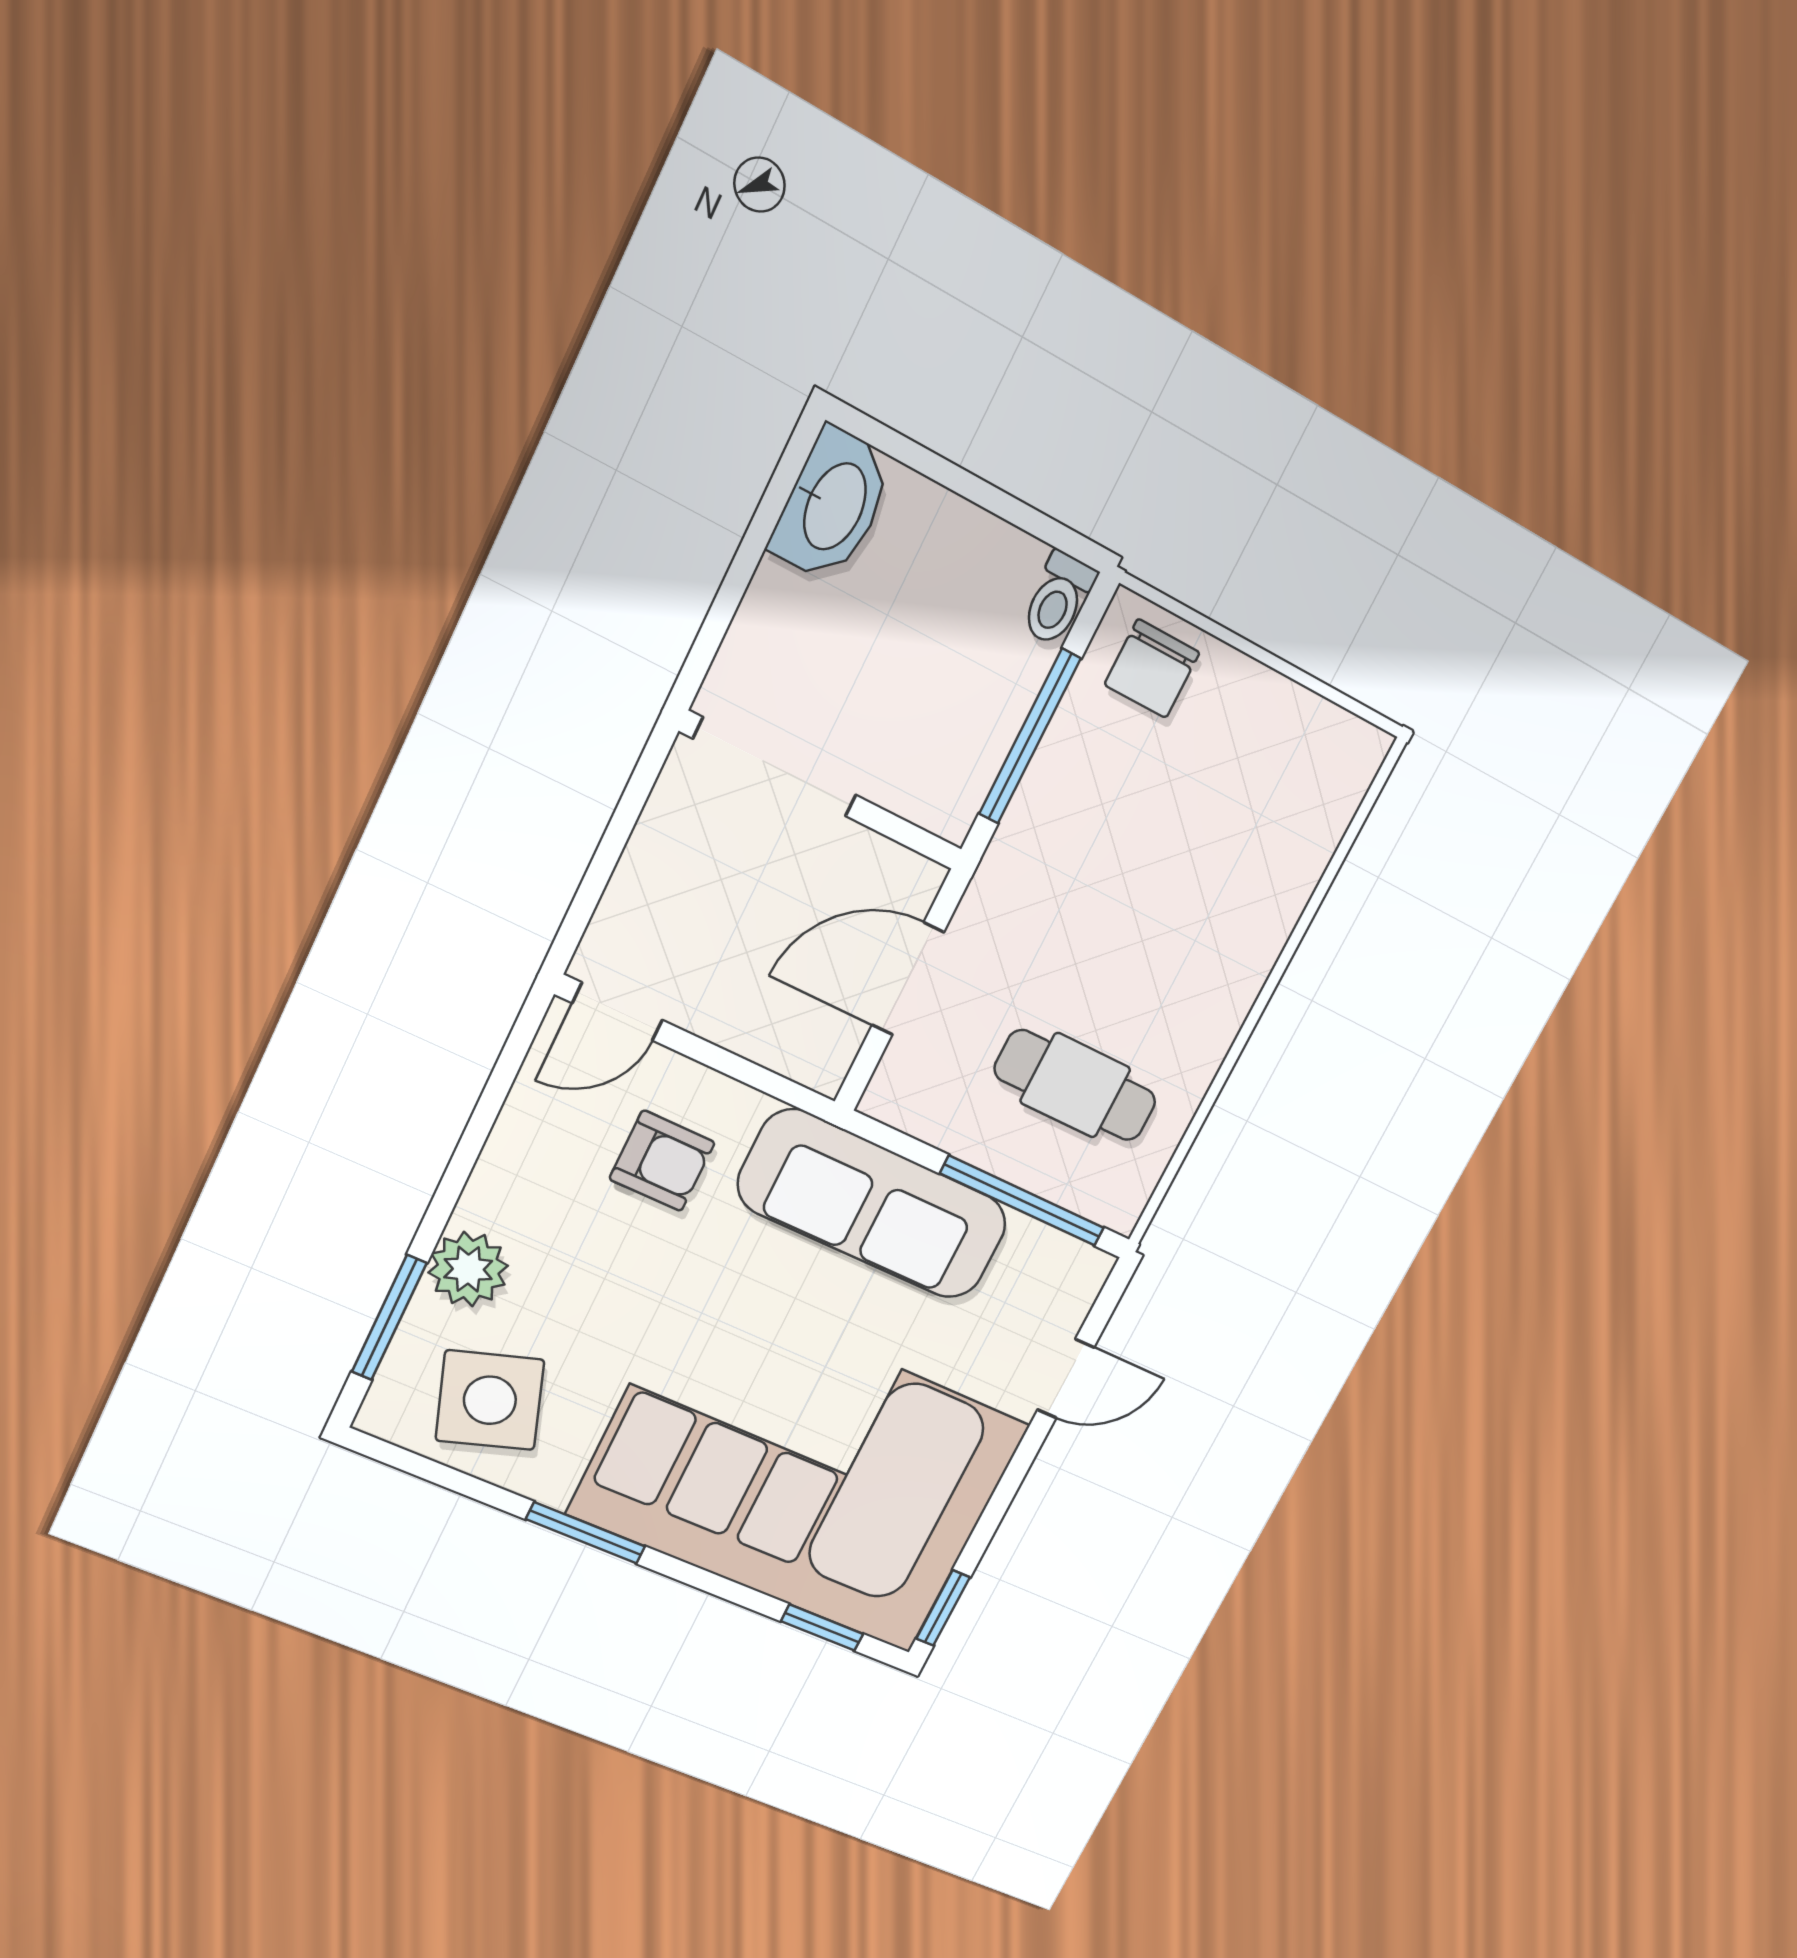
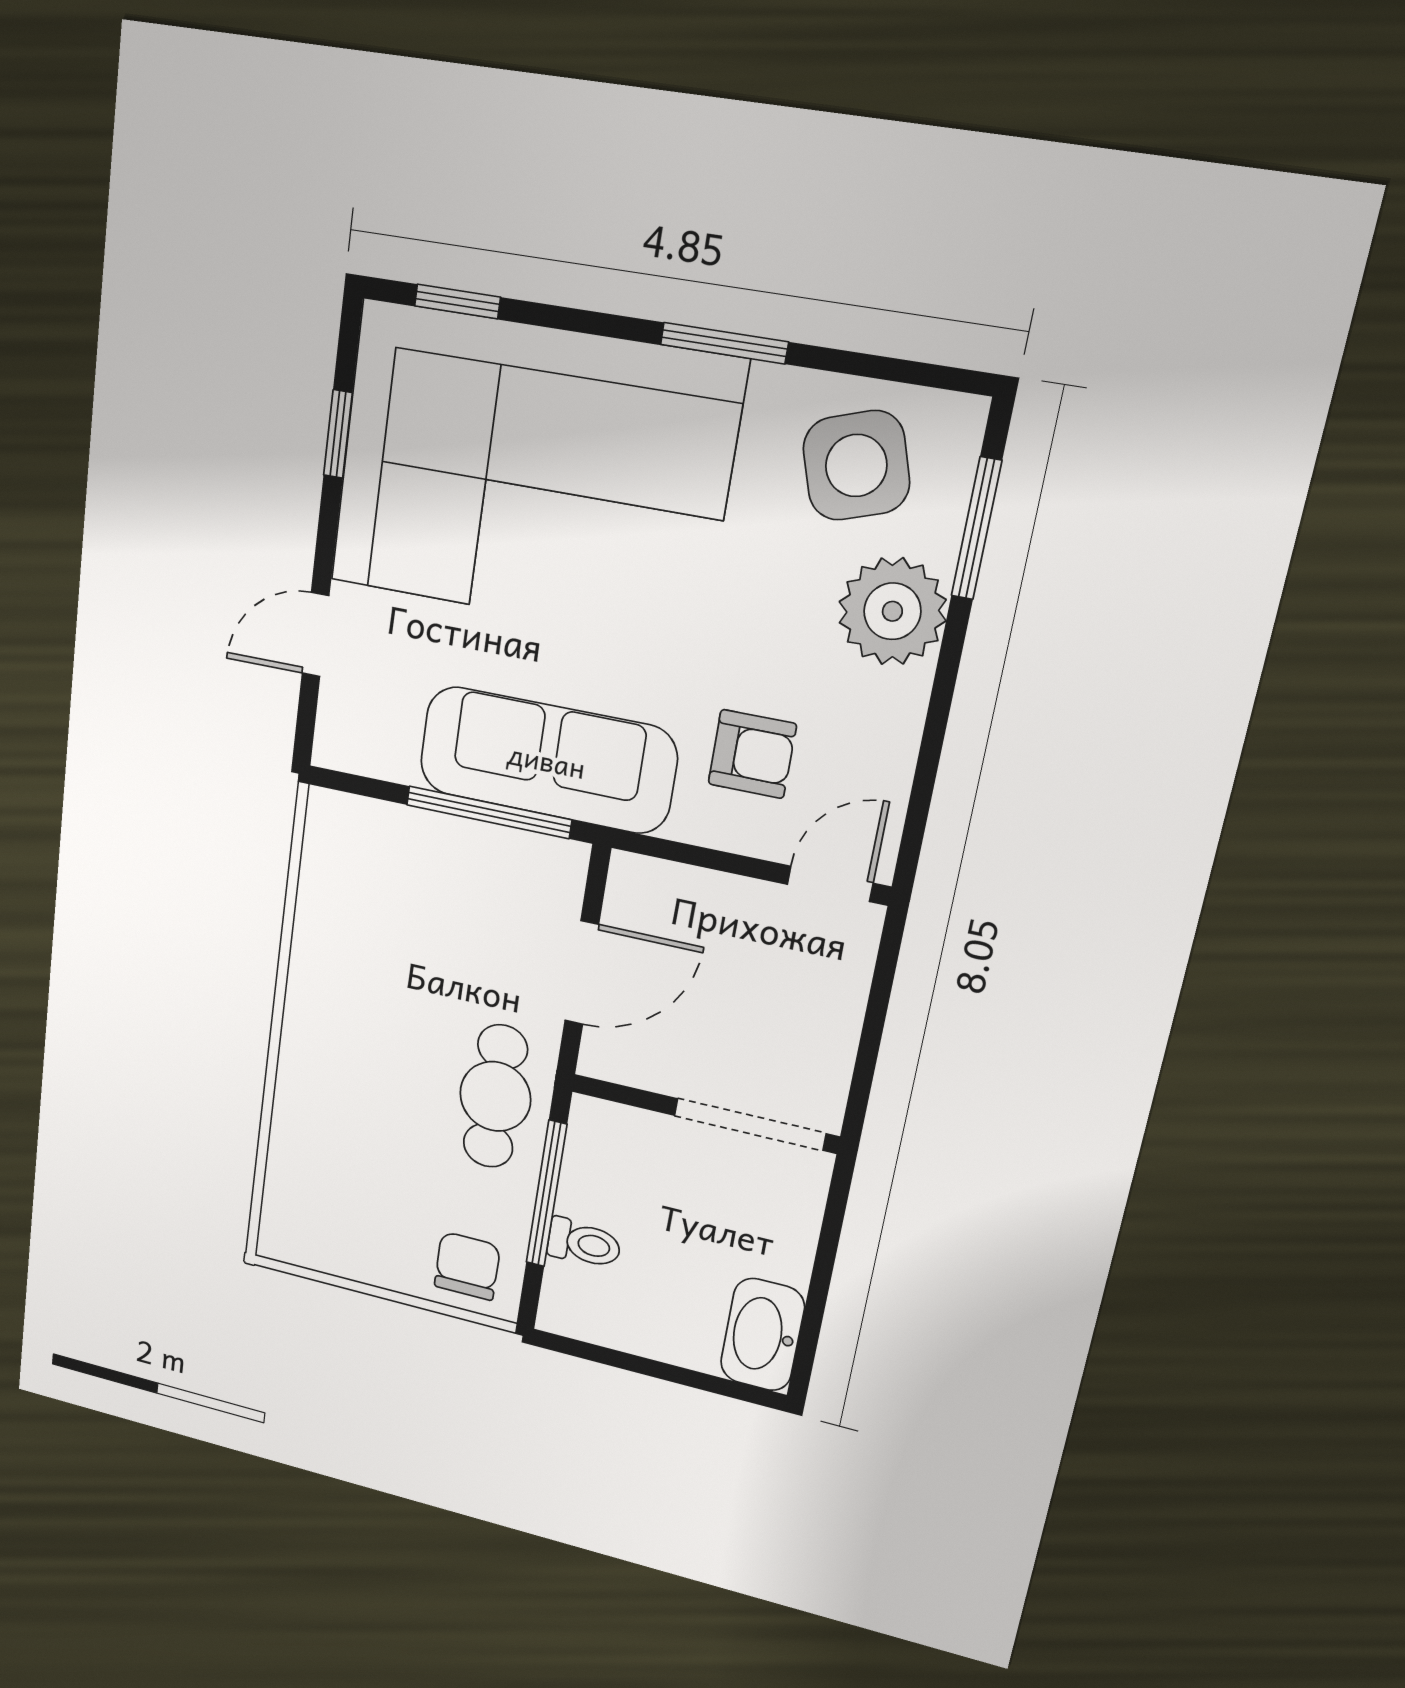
toilet: (1058, 599) -> (584, 1243), moved, turned 90
cafe table: (1075, 1085) -> (495, 1096), moved, turned 90
armchair: (662, 1161) -> (752, 754), turned 180
window: (1022, 1201) -> (489, 812), moved
plant: (468, 1269) -> (892, 611), width x1.36, depth x1.36
window: (943, 1608) -> (338, 434), moved

